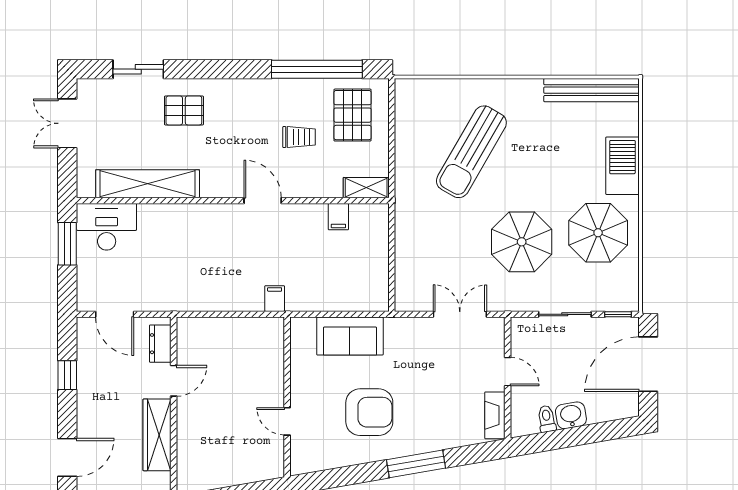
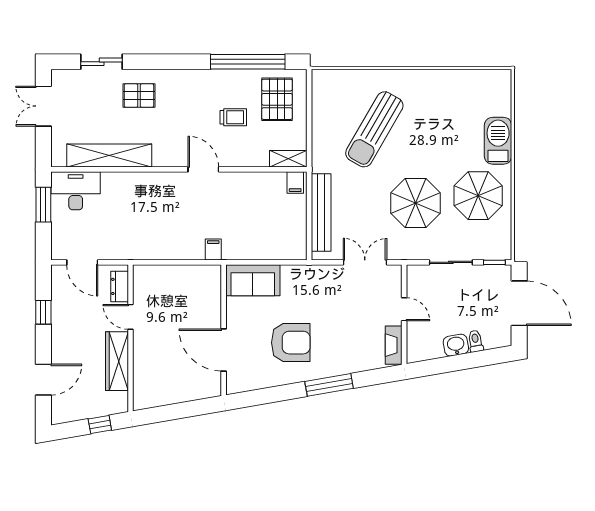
bench: (592, 90) -> (321, 213), moved, turned 90
filing cabinet: (338, 217) -> (295, 182), moved
sofa: (350, 336) -> (253, 280), moved
door: (648, 364) -> (519, 303), swing flipped
door: (174, 381) -> (131, 317), swing flipped
toilet: (547, 419) -> (476, 341), moved
door: (287, 421) -> (224, 350), width x1.88

